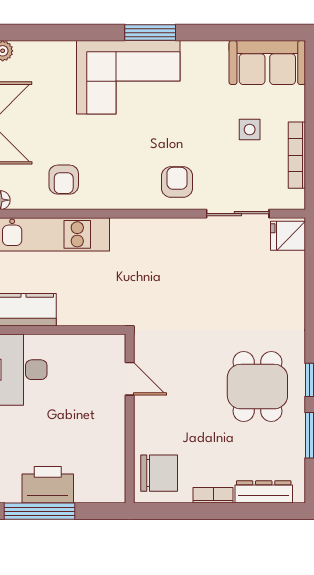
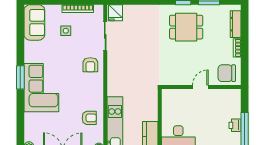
armchair: (177, 182) -> (90, 65), turned -90
door: (130, 379) -> (200, 87), moved
chair: (159, 473) -> (227, 73), turned -90
printer: (48, 485) -> (235, 125), width x0.53, depth x0.68

